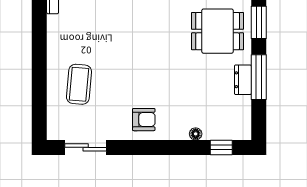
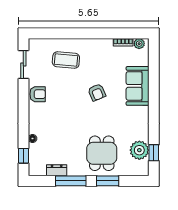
armchair: (127, 38) -> (97, 92), added
dresser: (243, 80) -> (57, 170), moved
armchair: (144, 120) -> (38, 94), moved, turned -90

